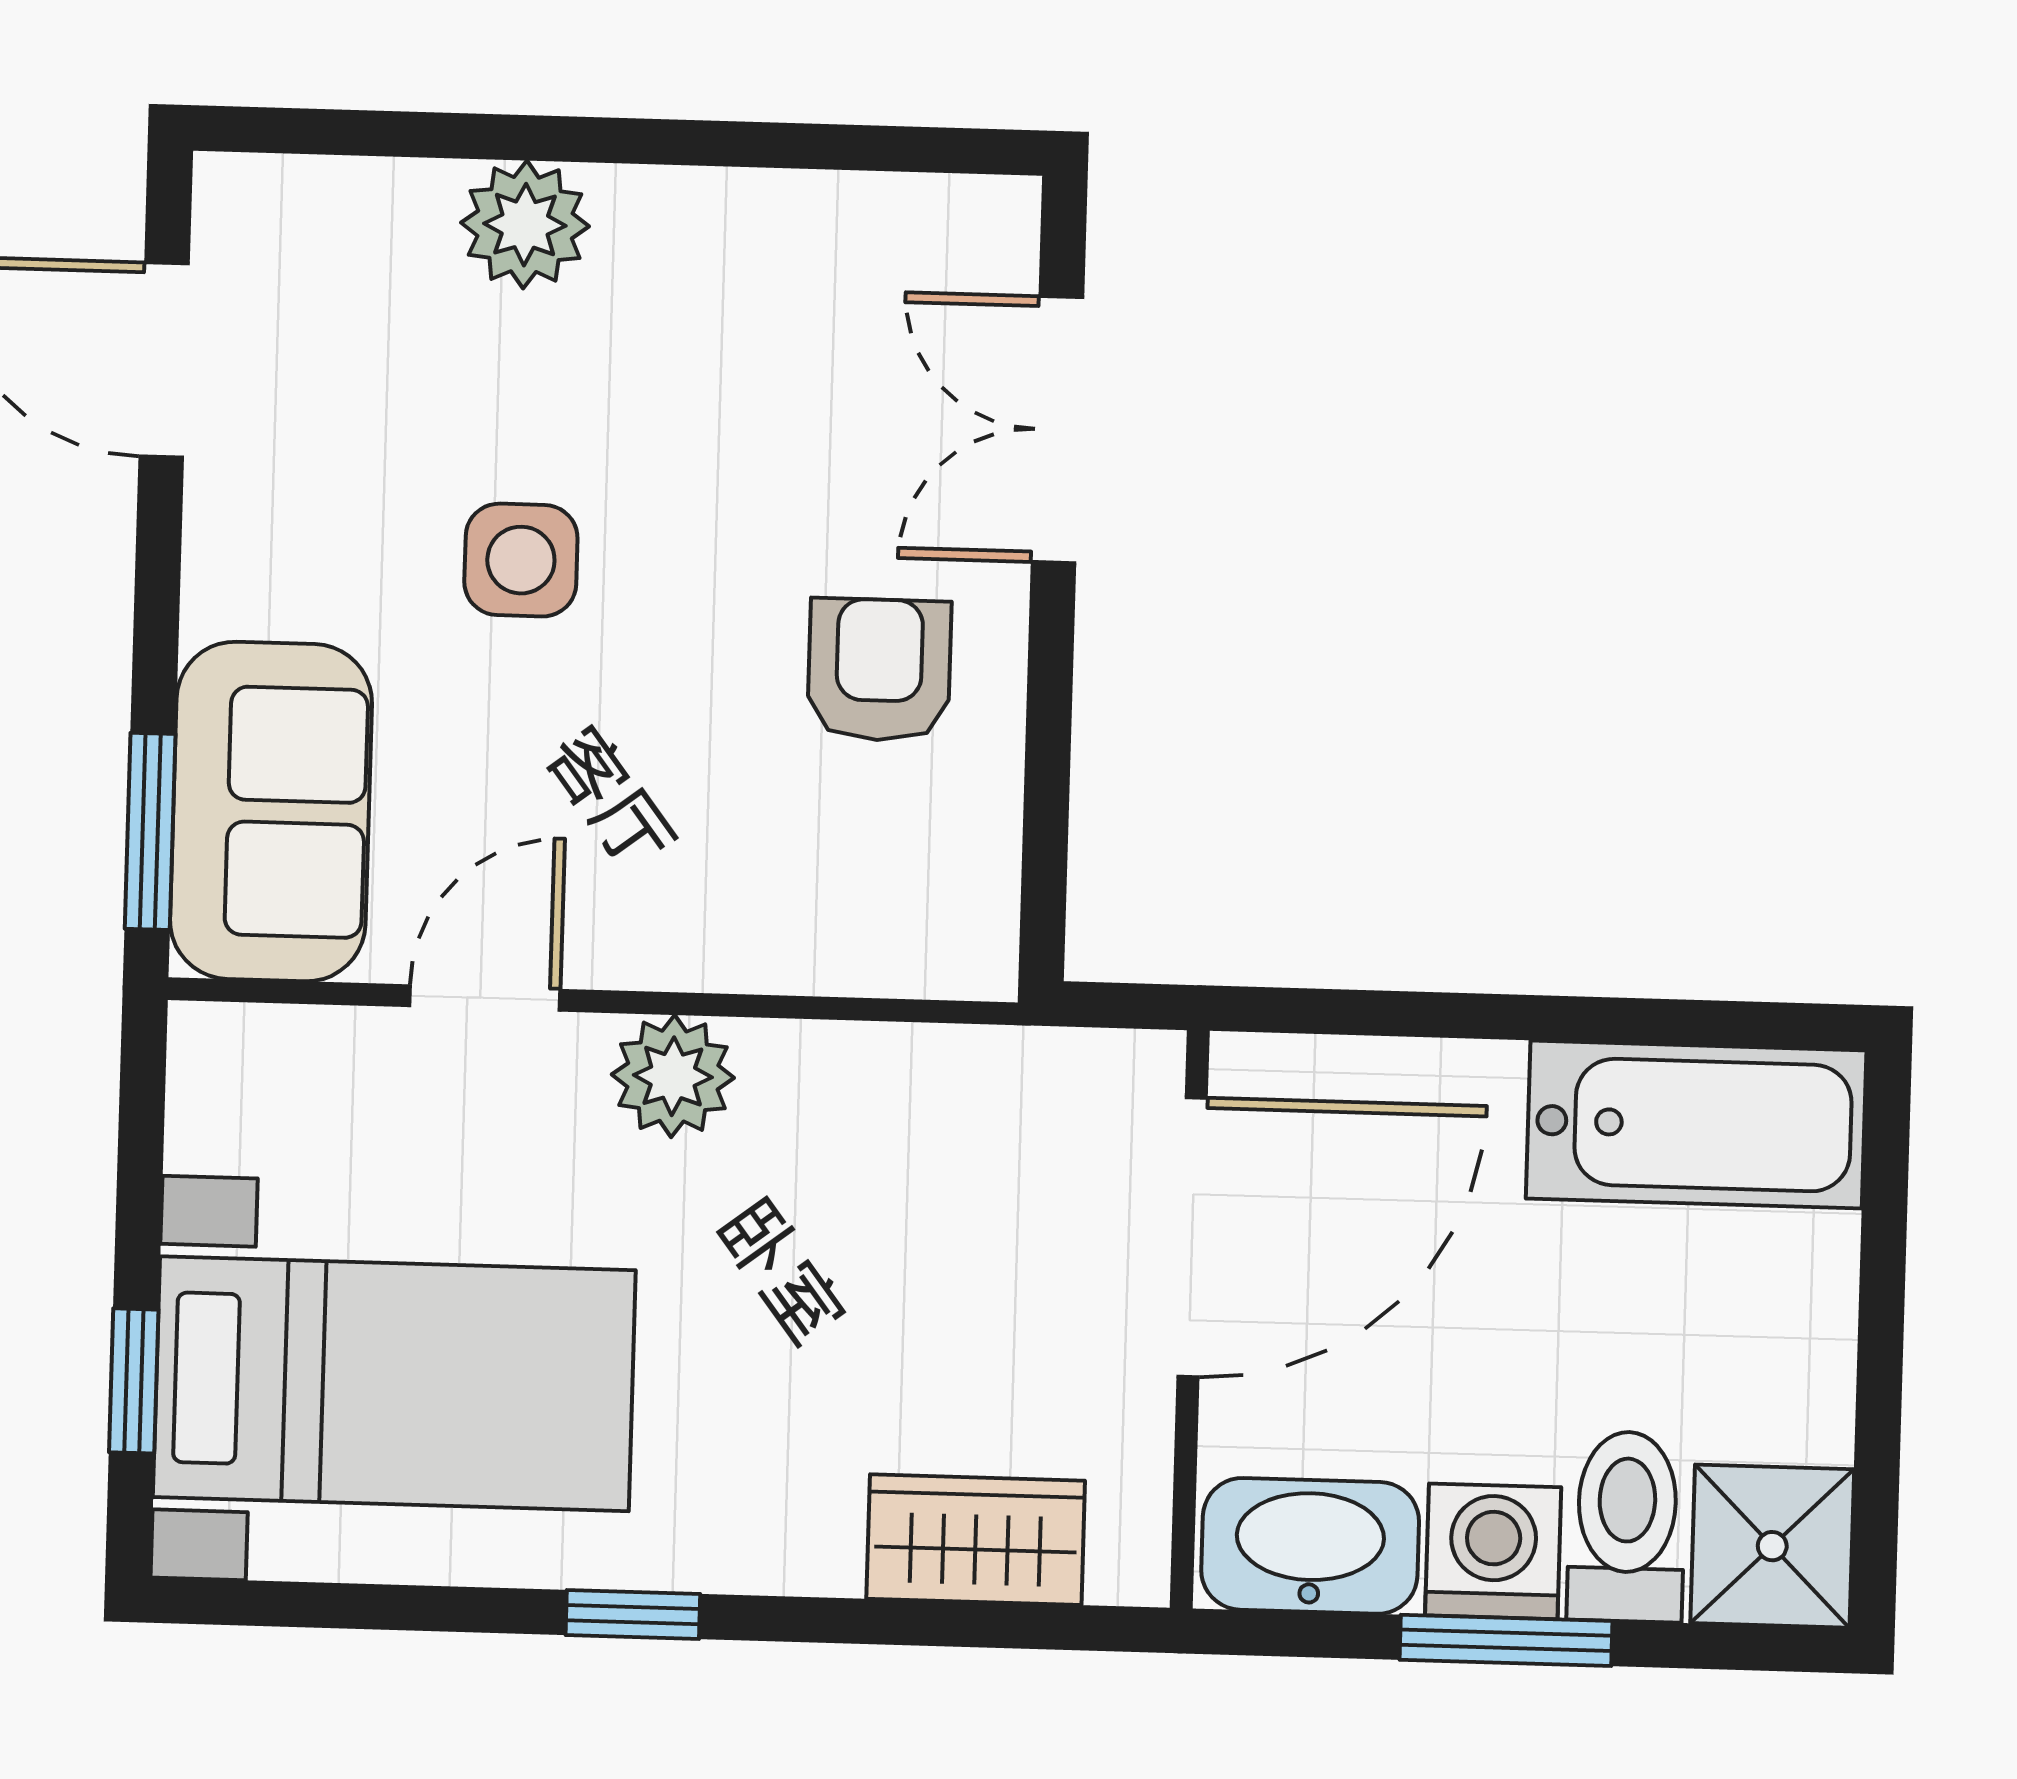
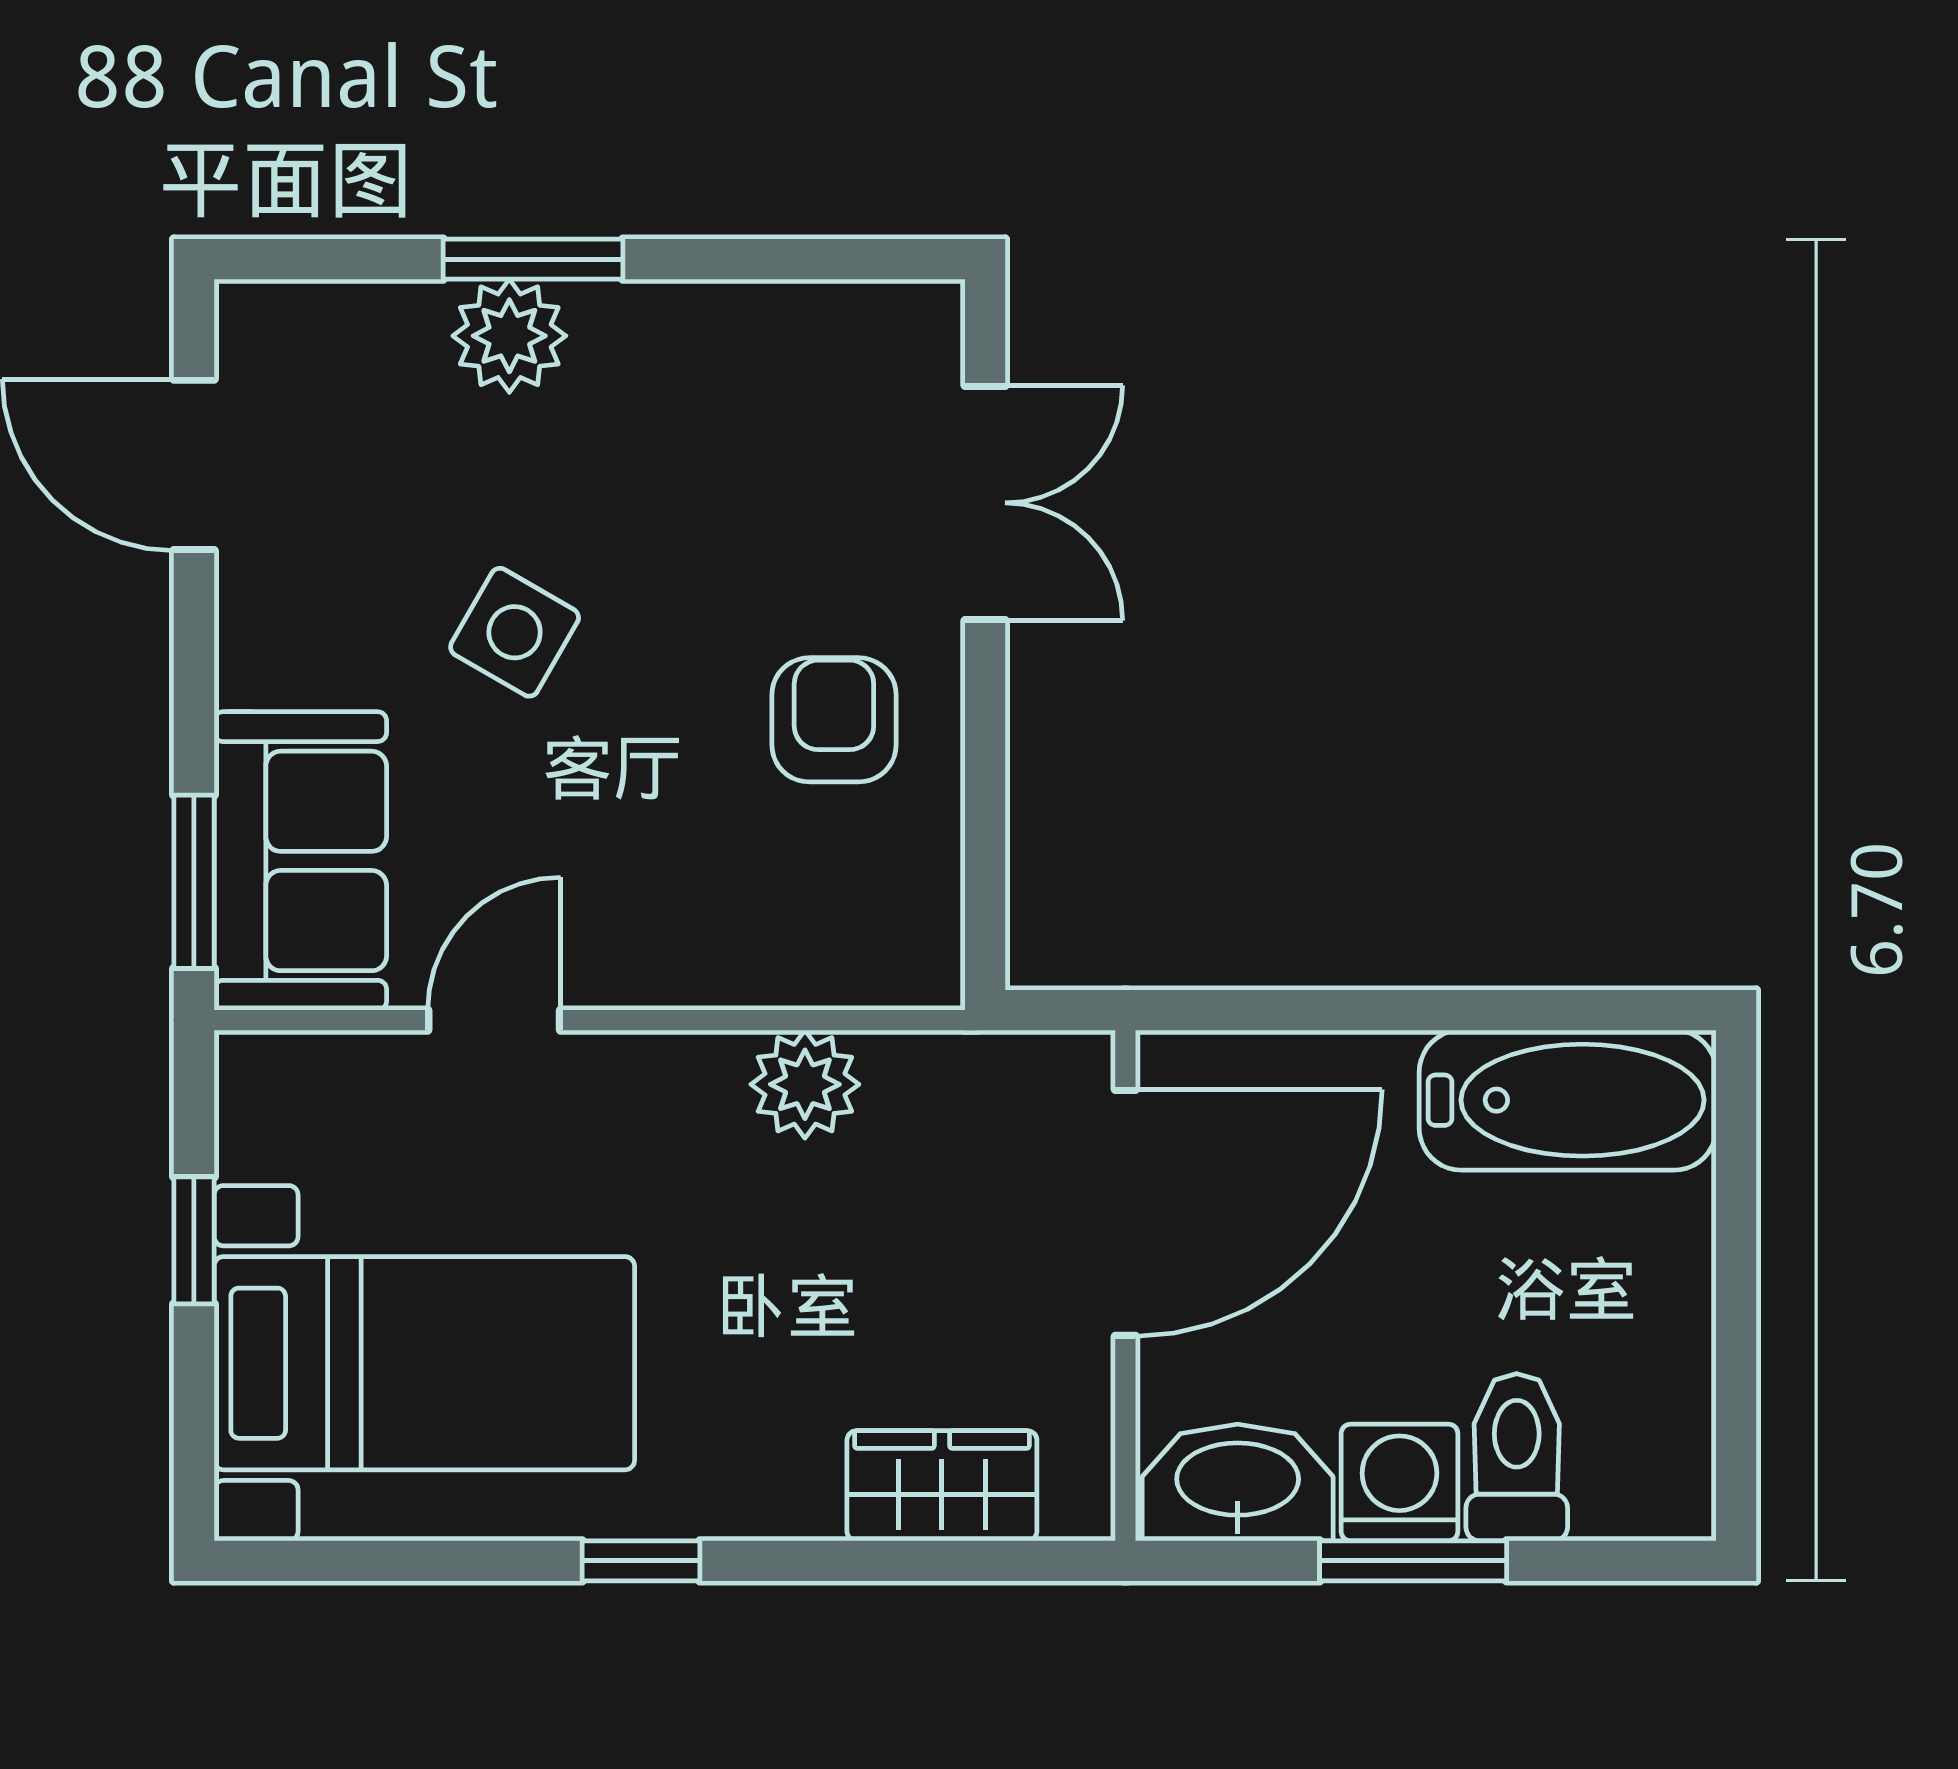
window: (554, 139) -> (533, 259), added
double door: (1057, 430) -> (985, 503), swing flipped
side table: (521, 560) -> (515, 632), turned 30
plant: (673, 1076) -> (805, 1084), moved
window: (134, 1381) -> (194, 1240), moved
shower: (1772, 1546) -> (1646, 1471), removed

